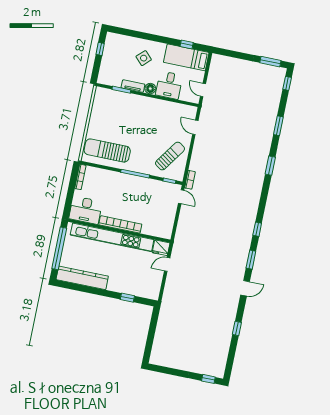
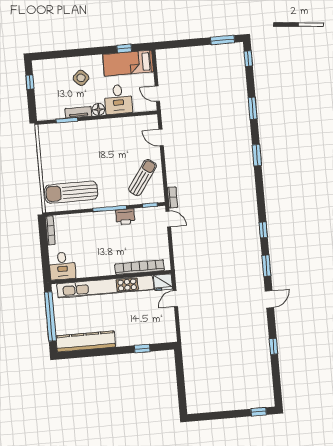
printer: (146, 184) -> (125, 217), added
desk: (86, 210) -> (62, 266), width x0.73
bookcase: (120, 224) -> (140, 267), moved

